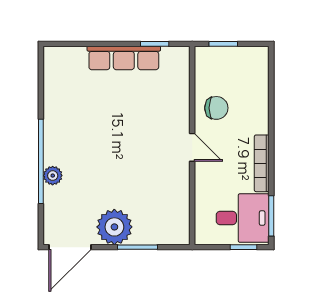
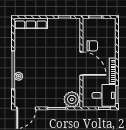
row of seats: (124, 58) -> (31, 23), moved
door: (192, 147) -> (81, 64), width x1.88
plant: (114, 227) -> (72, 99), moved

